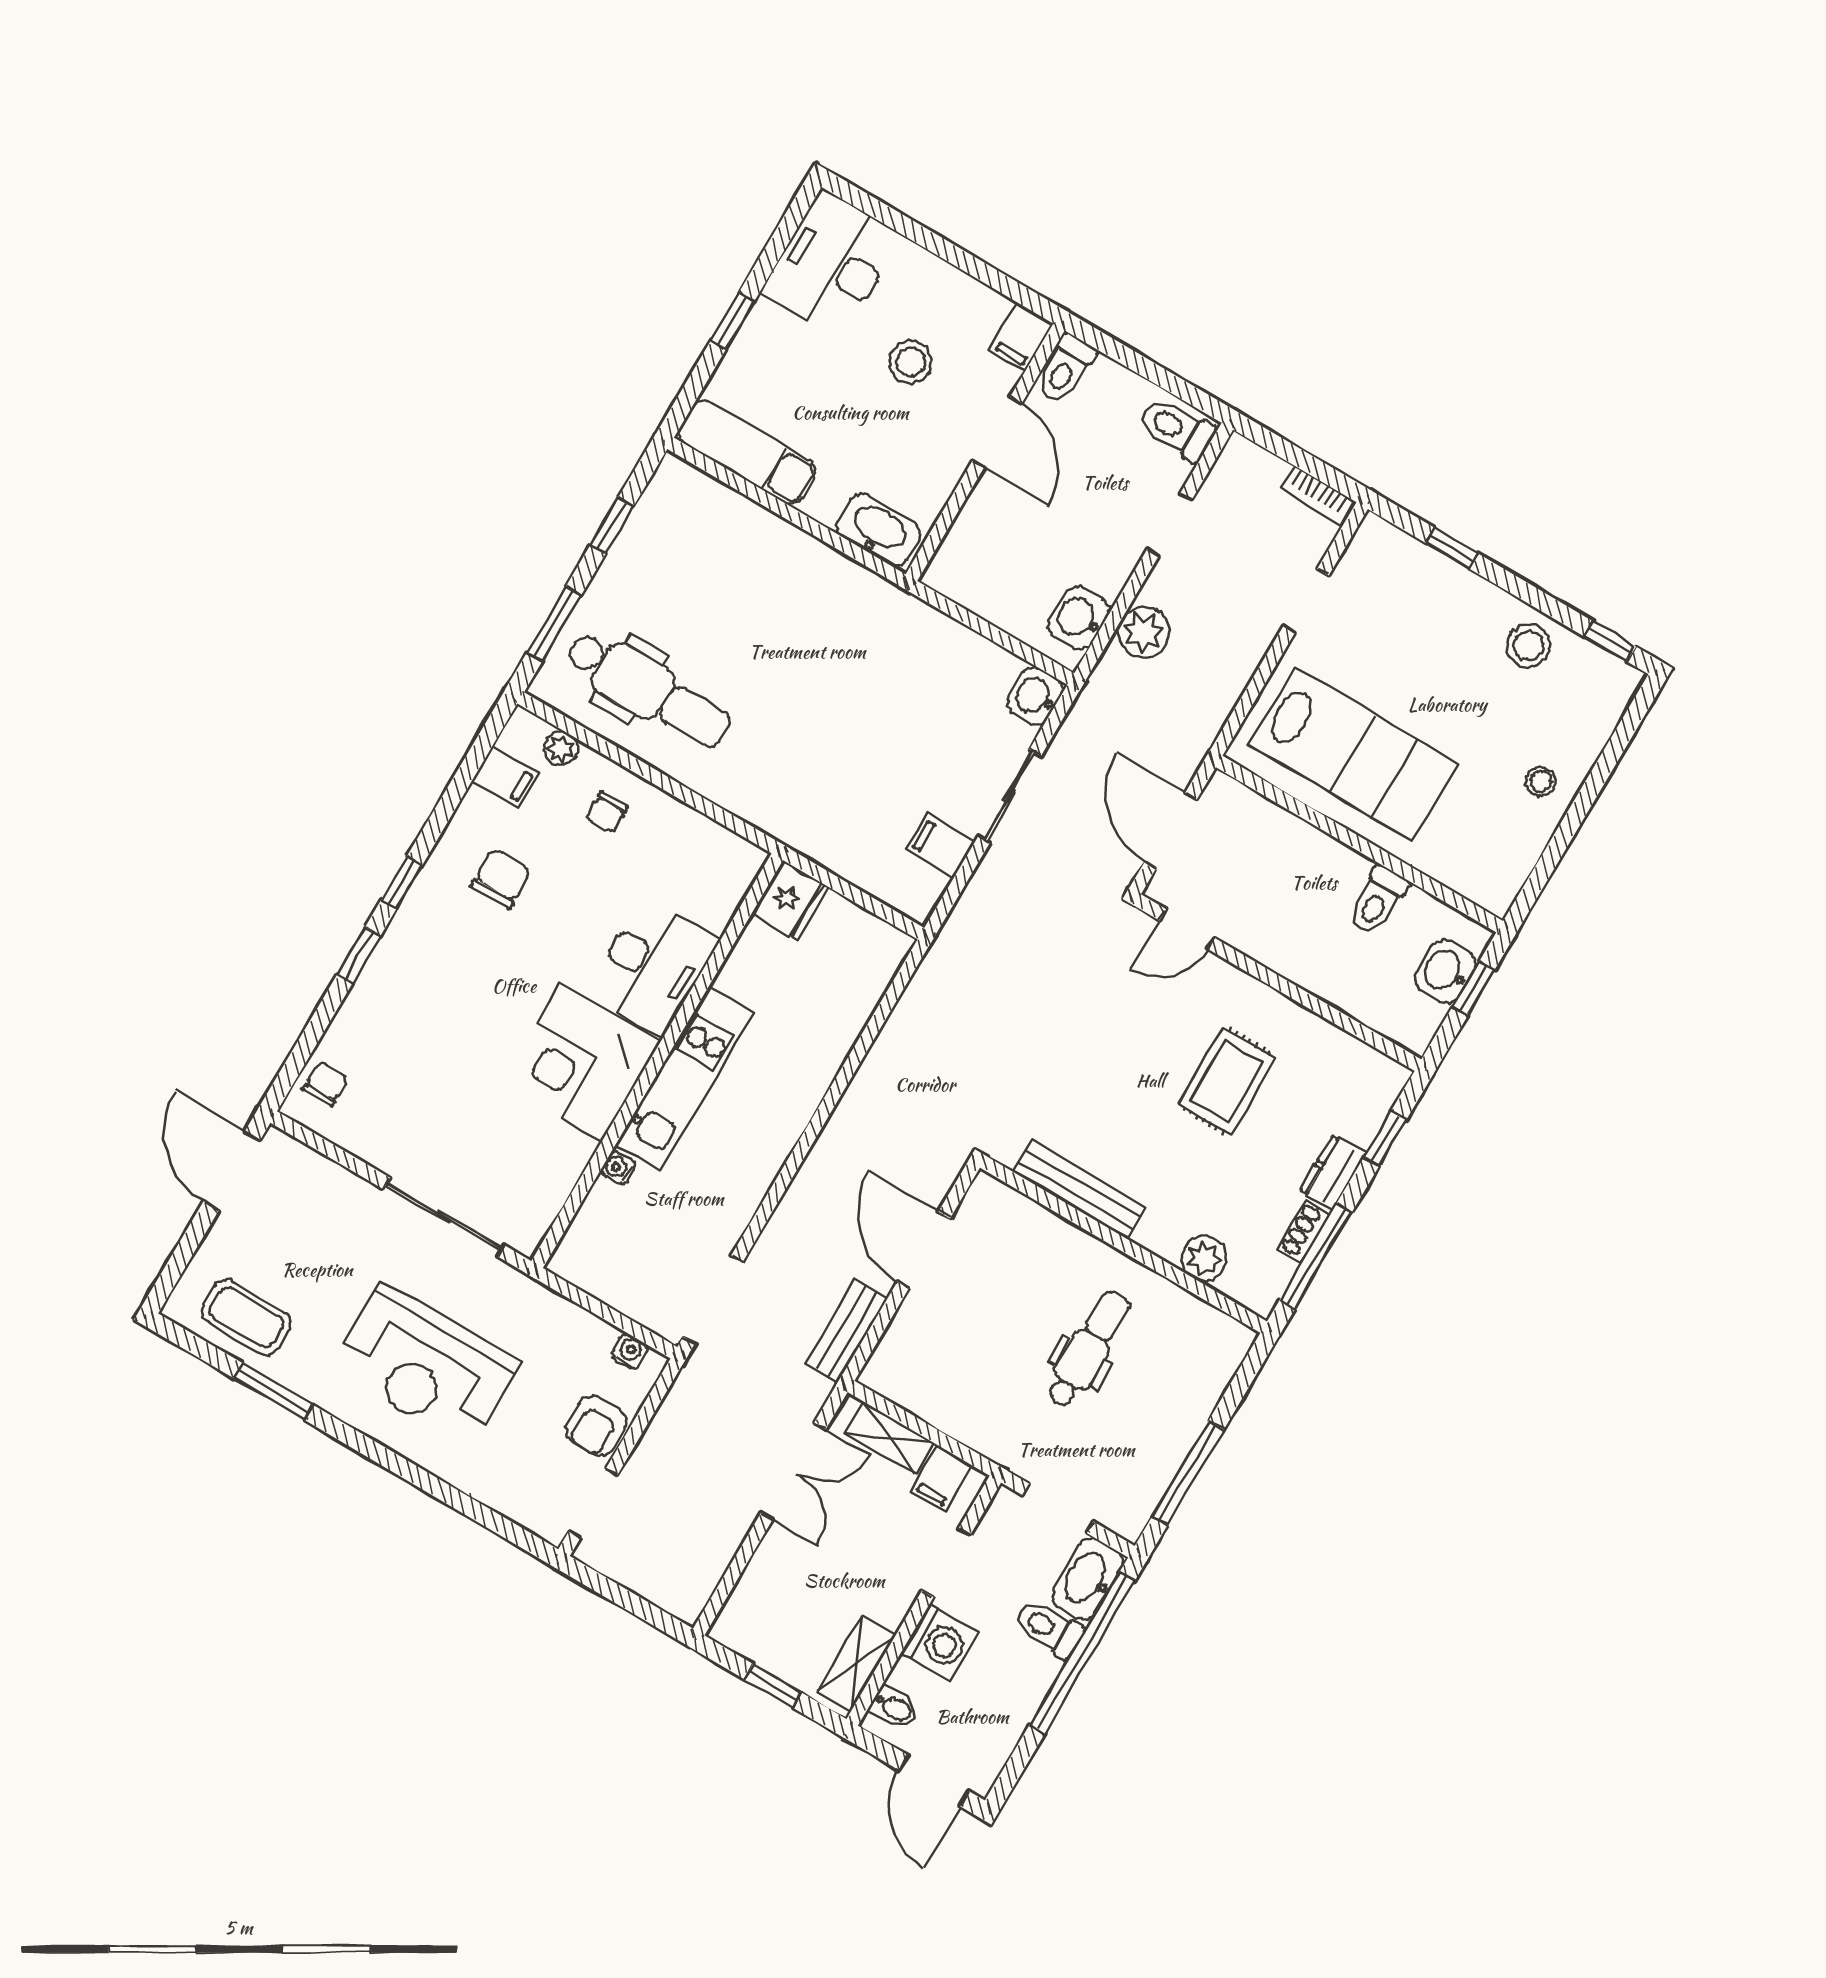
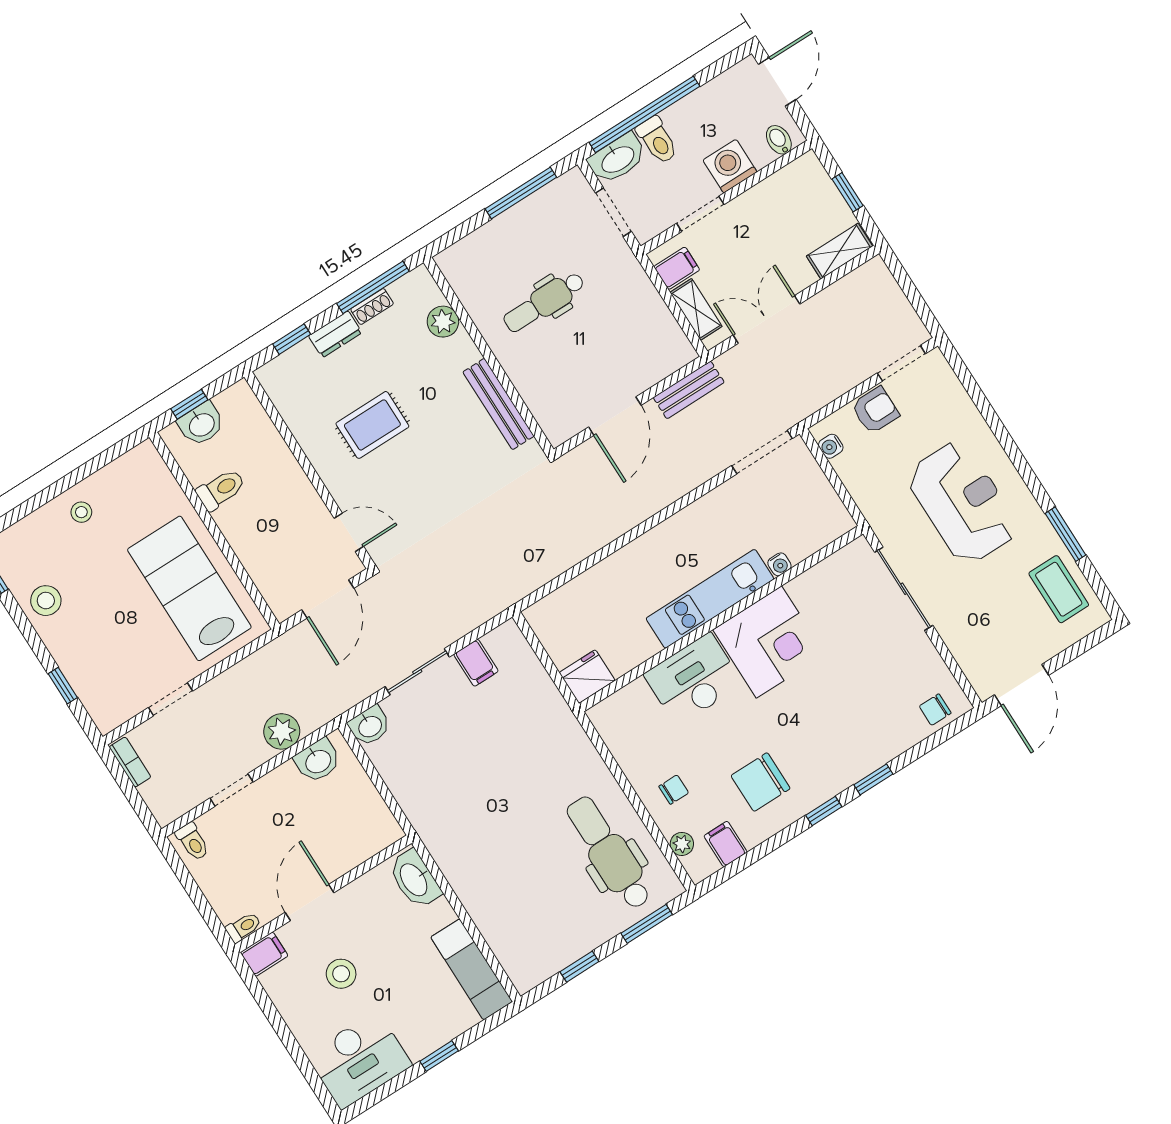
toilet: (1065, 369) -> (243, 927), width x0.73, depth x0.72
toilet: (1177, 429) -> (193, 842), width x0.73, depth x0.72
chair: (501, 878) -> (761, 782), width x1.37, depth x1.37
shelving: (856, 1664) -> (840, 251), moved

